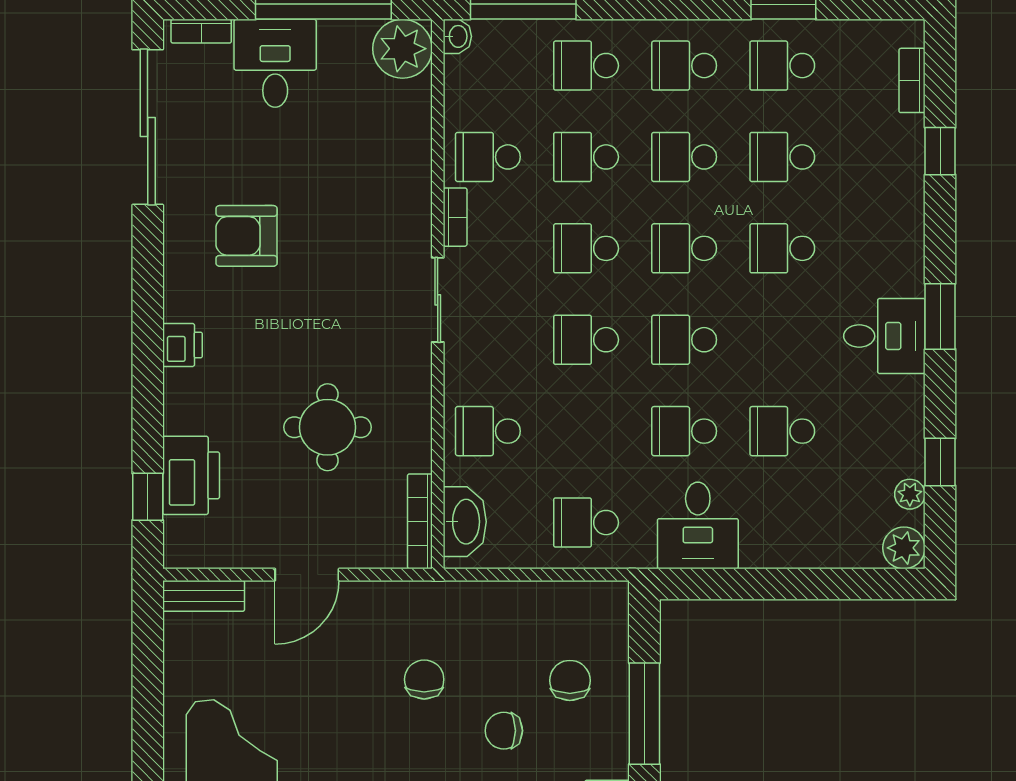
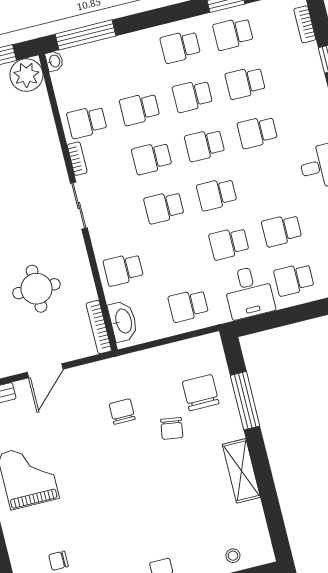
school desk: (586, 66) -> (294, 279), moved
chair: (570, 680) -> (201, 393), width x1.37, depth x1.37
chair: (504, 731) -> (172, 428), turned -81

